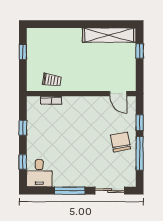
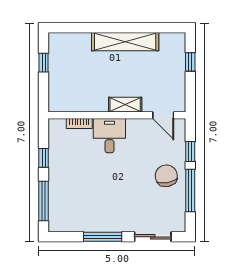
shelving: (109, 35) -> (125, 42), moved
trolley: (52, 80) -> (80, 98), removed
shelving: (88, 85) -> (125, 105), added
window: (23, 162) -> (44, 201), width x2.17
desk: (39, 173) -> (109, 136), moved, turned 180

